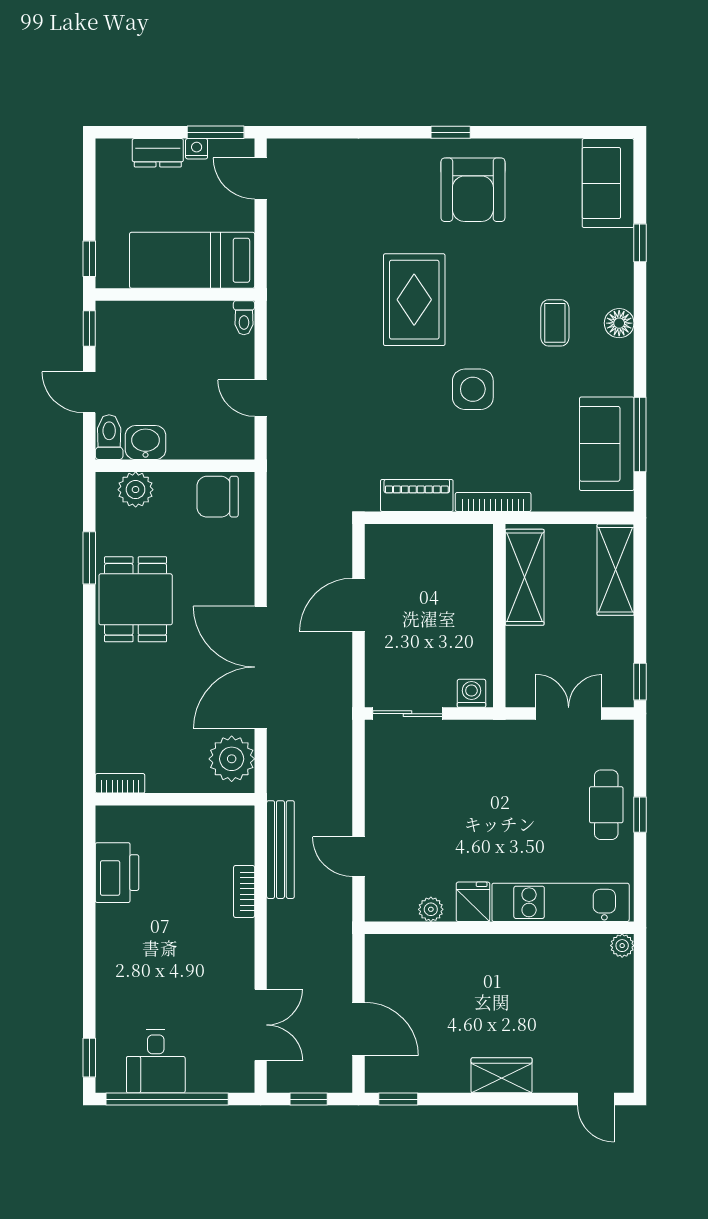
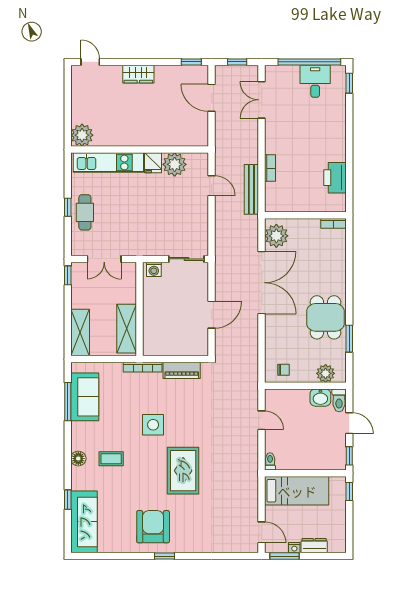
sofa: (608, 183) -> (84, 522), width x1.36
coffee table: (555, 323) -> (111, 459), turned 90
chair: (218, 497) -> (284, 370), width x0.54, depth x0.54
plant: (431, 909) -> (175, 164), width x1.88, depth x1.88
plant: (622, 946) -> (82, 135), width x1.88, depth x1.88

